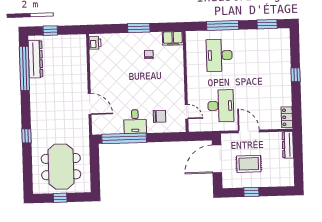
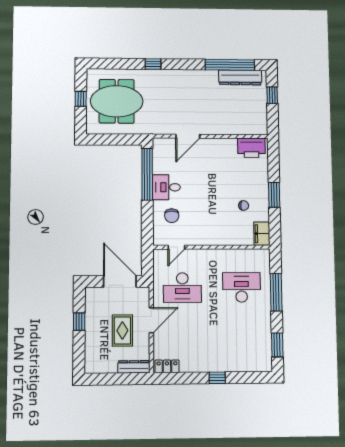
printer: (95, 43) -> (251, 148), width x1.87, depth x1.48
rug: (249, 164) -> (122, 330), moved

